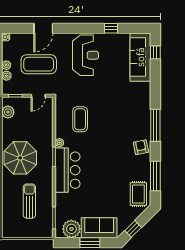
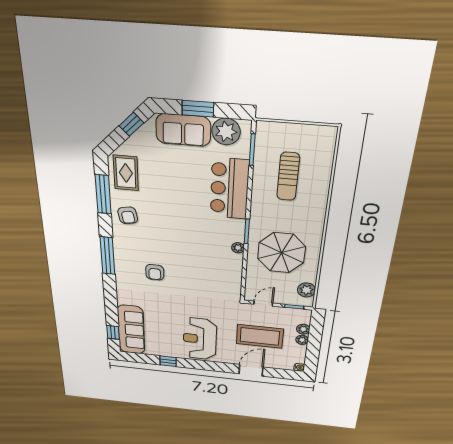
armchair: (120, 115) -> (155, 272), added
coffee table: (80, 119) -> (208, 272), removed
armchair: (141, 147) -> (128, 215), moved
parasol: (20, 158) -> (281, 253), moved
bar counter: (68, 170) -> (229, 189), moved

